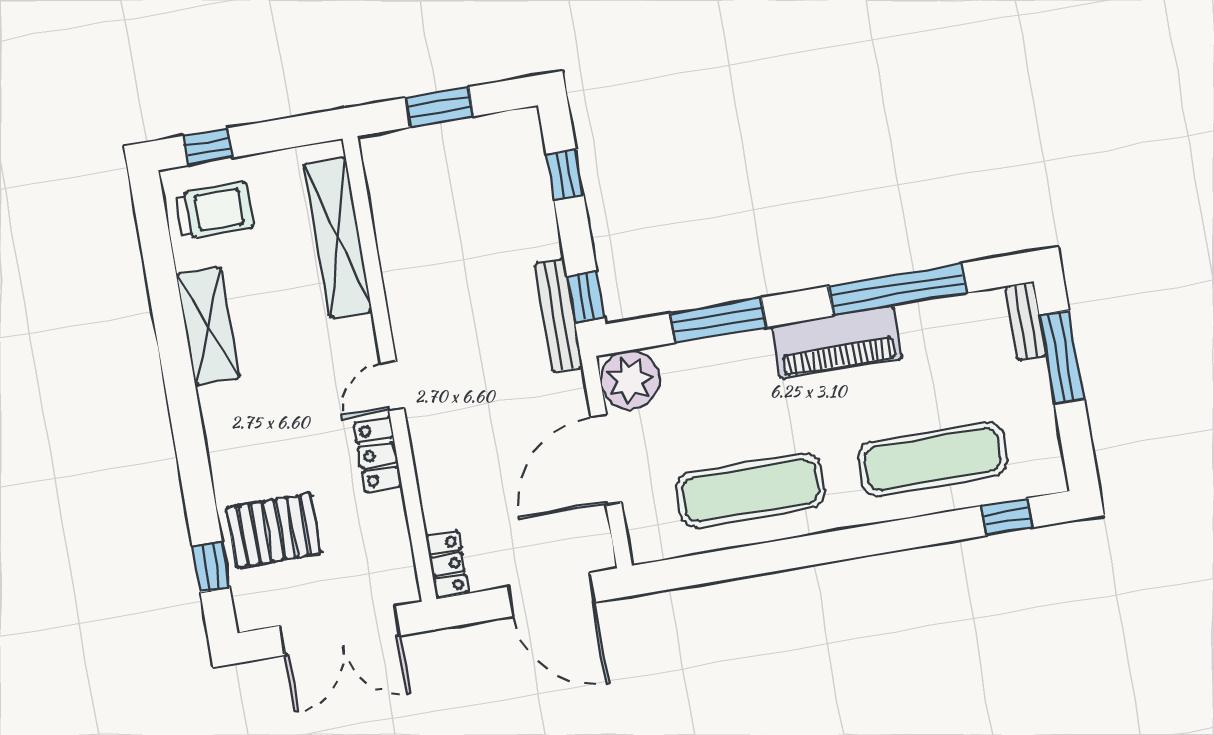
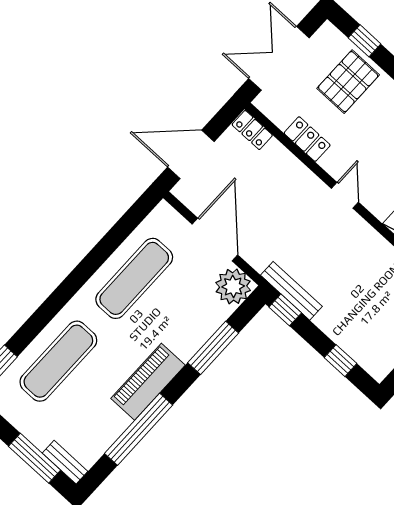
locker: (378, 455) -> (307, 139), moved

